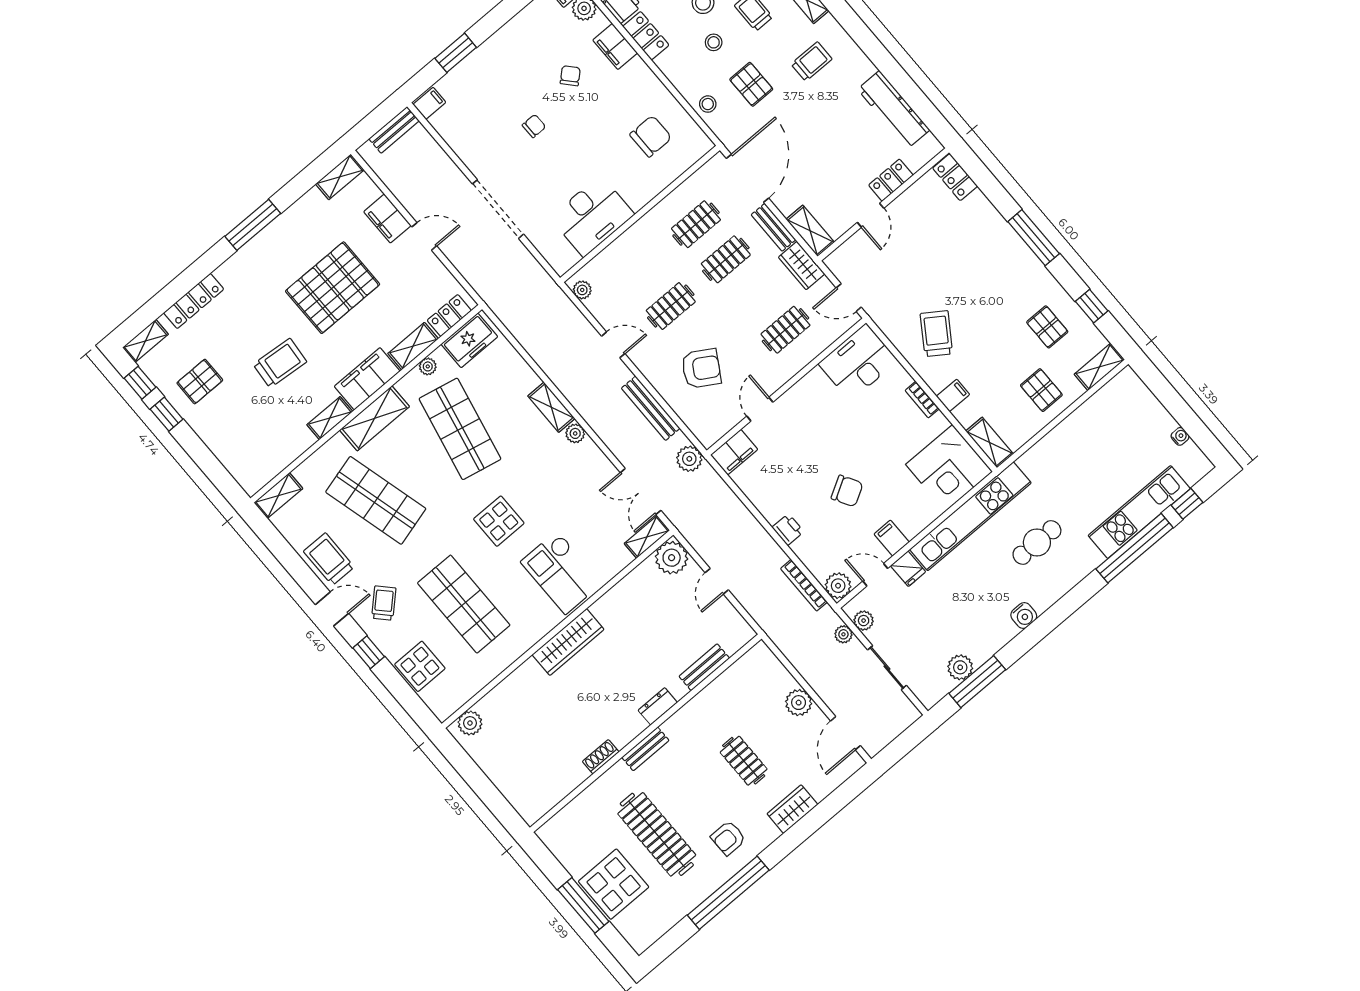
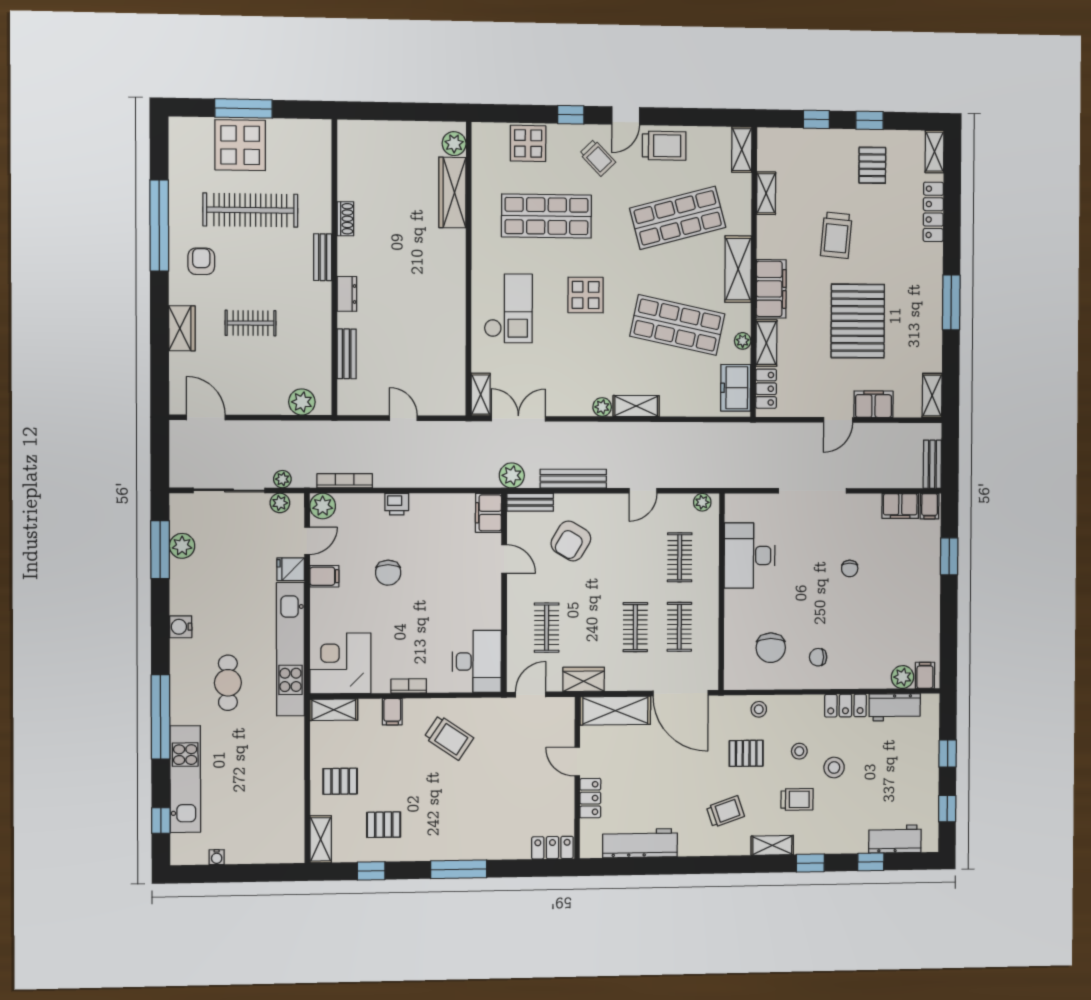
filing cabinet: (615, 46) -> (900, 506), moved, turned 180
trolley: (812, 62) -> (725, 812), turned -109
chair: (570, 76) -> (818, 657), moved, turned 132
bench: (773, 227) -> (530, 502), moved
shelving: (810, 231) -> (615, 711), width x1.50, depth x1.33
clothes rail: (671, 306) -> (680, 557), moved
window: (140, 383) -> (816, 119), moved
shelving: (330, 418) -> (766, 193), moved
chair: (847, 491) -> (388, 573), turned -60
window: (1135, 548) -> (161, 717), moved
plant: (672, 558) -> (450, 400), removed
checkout: (561, 573) -> (508, 308), turned 90
wardrobe: (568, 642) -> (452, 193), moved
sliding door: (887, 668) -> (229, 490), width x1.37
plant: (799, 703) -> (302, 402), moved

